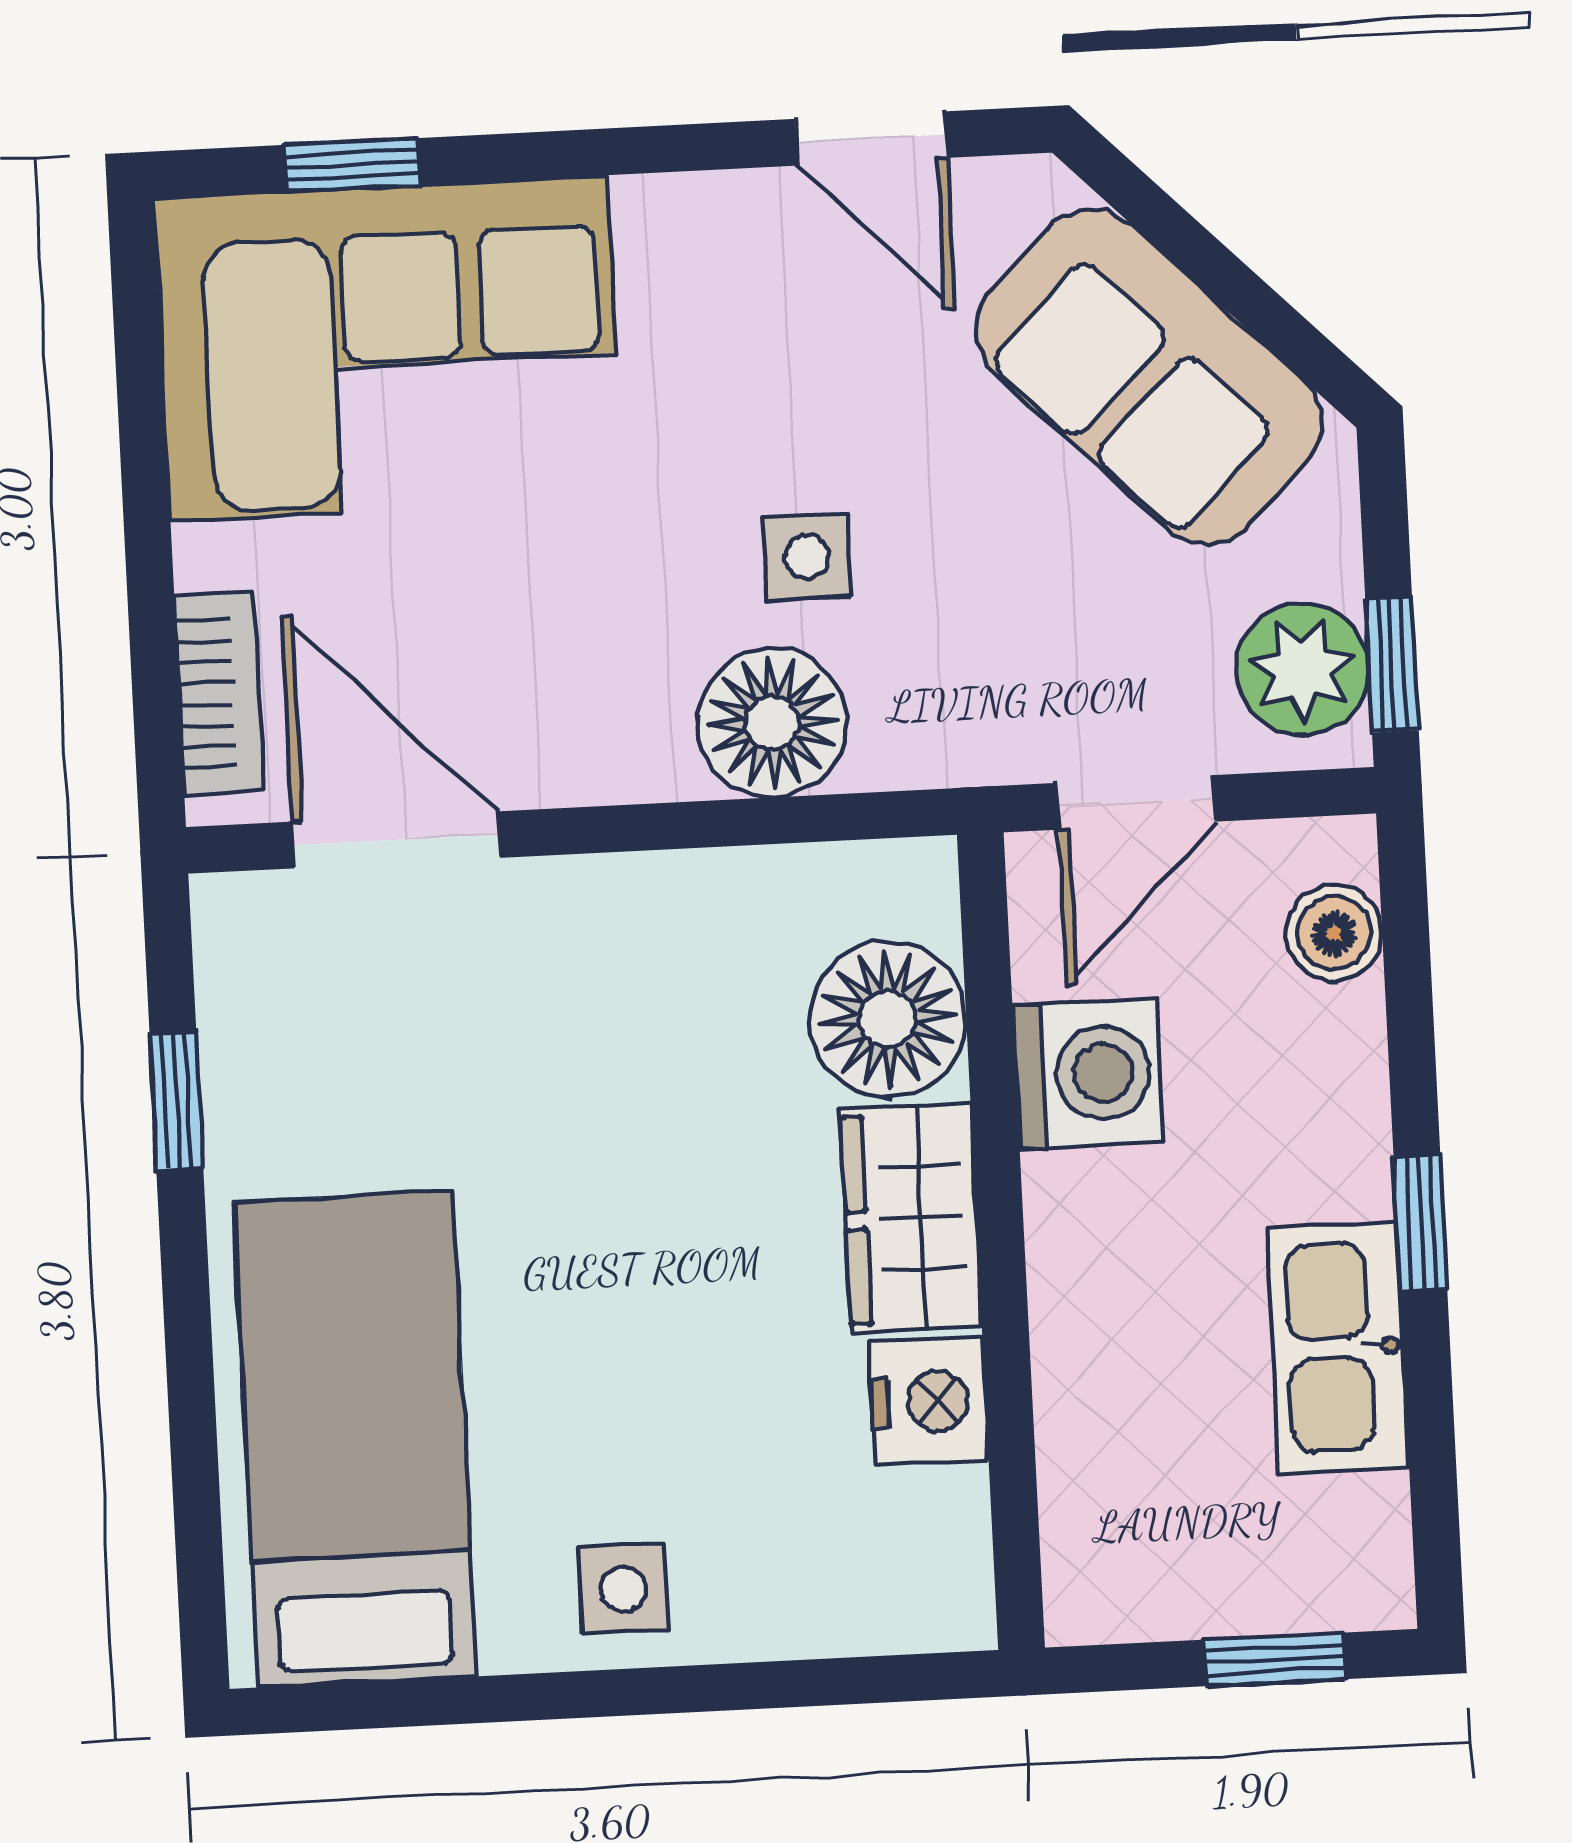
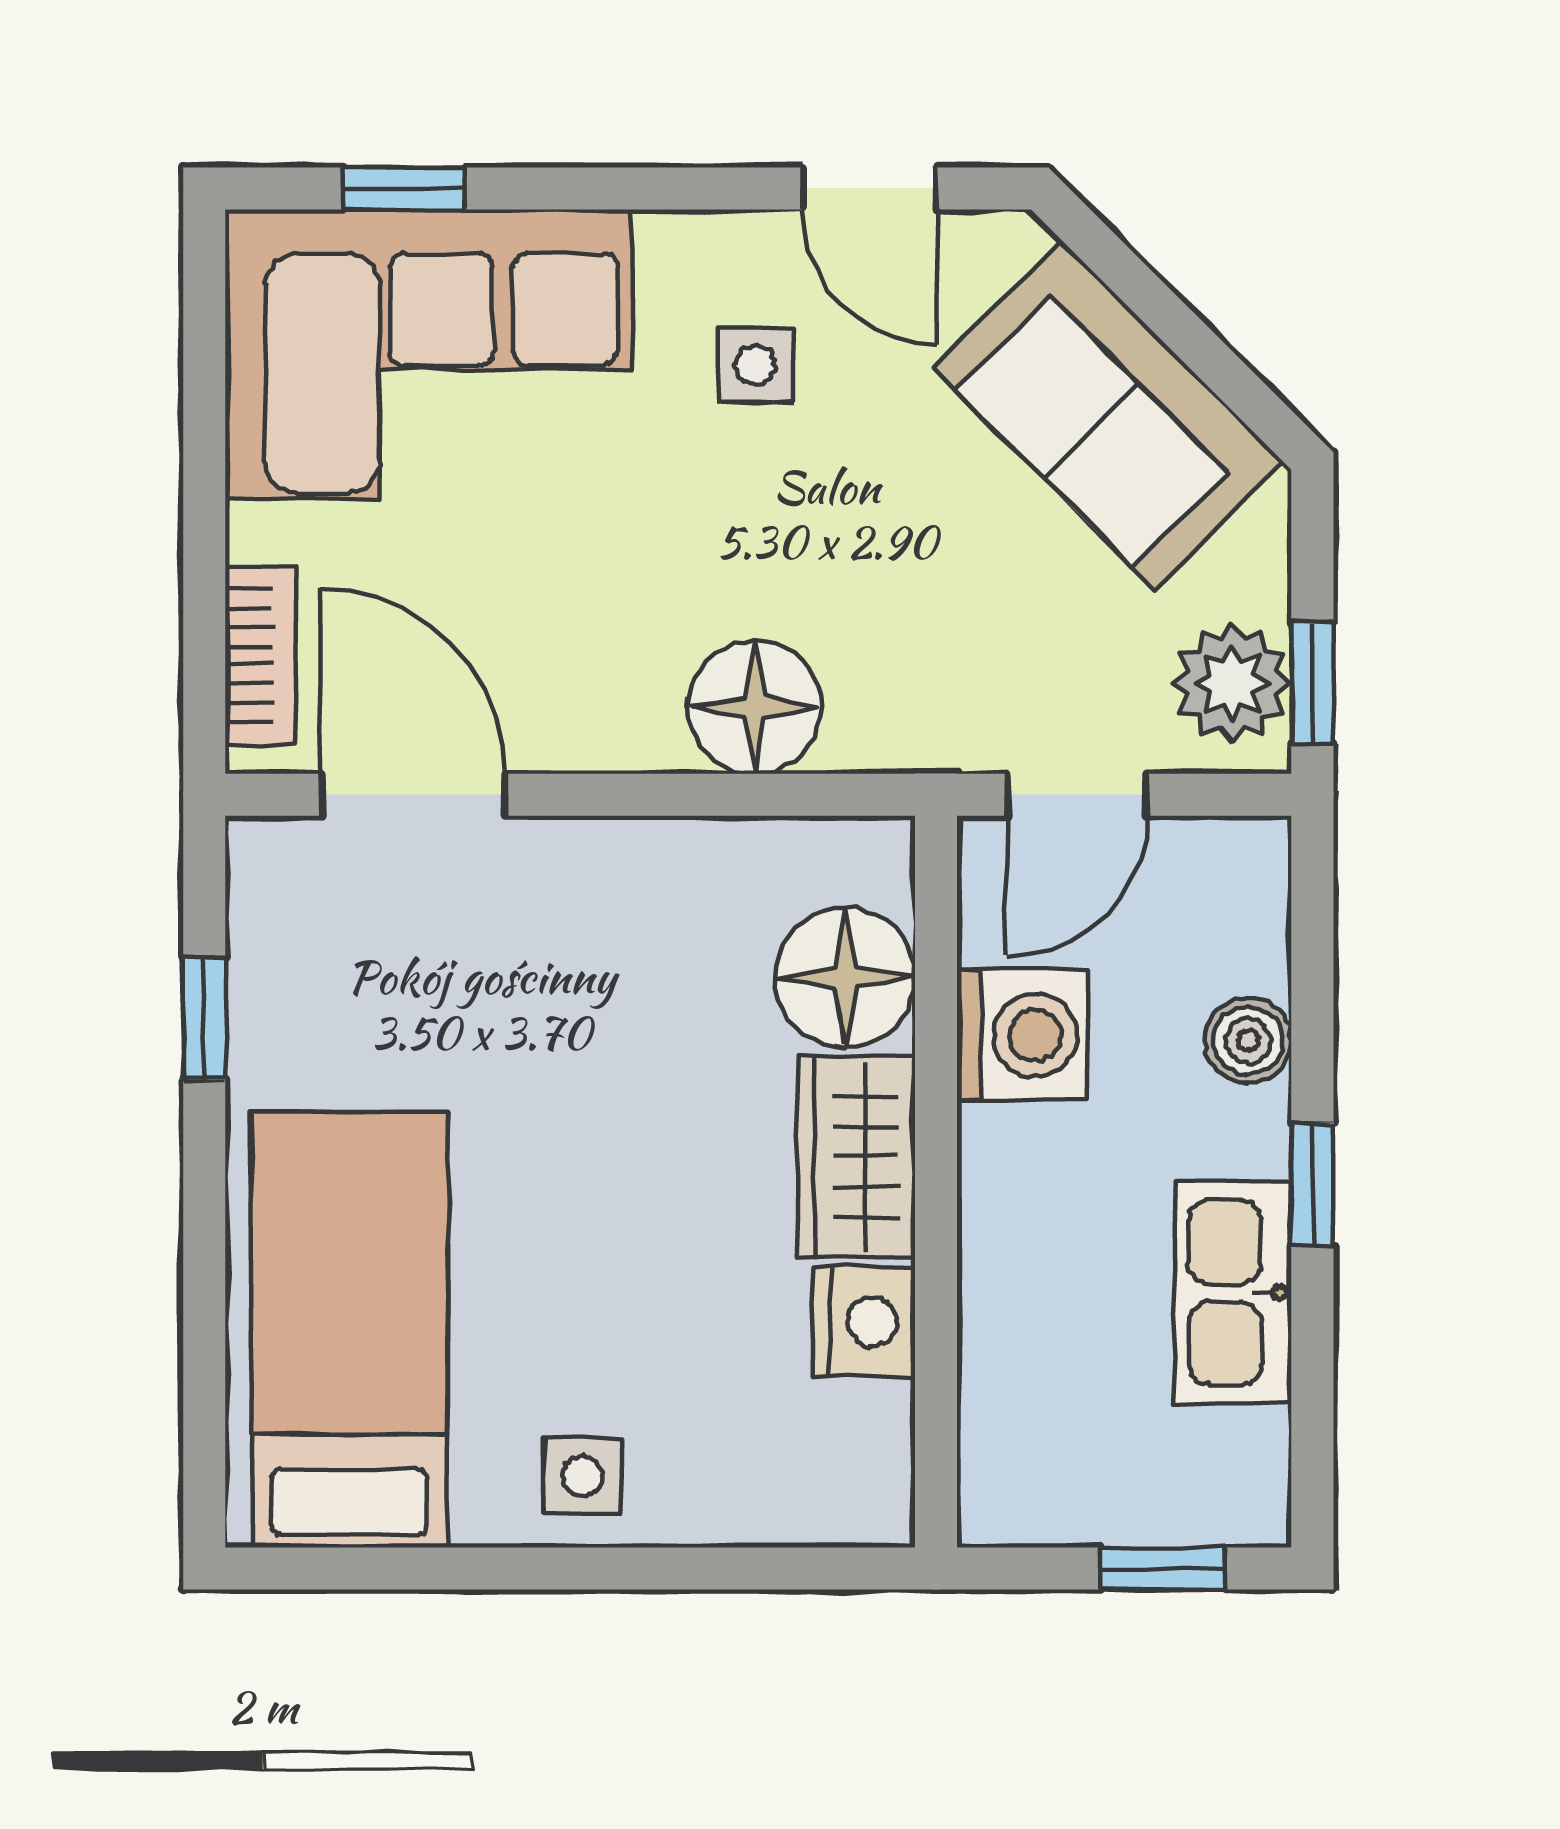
side table: (807, 557) -> (755, 365), moved
boiler: (1334, 933) -> (1248, 1041), moved

